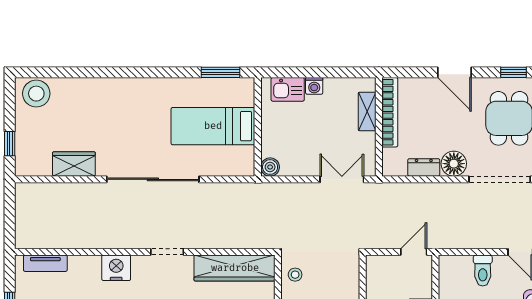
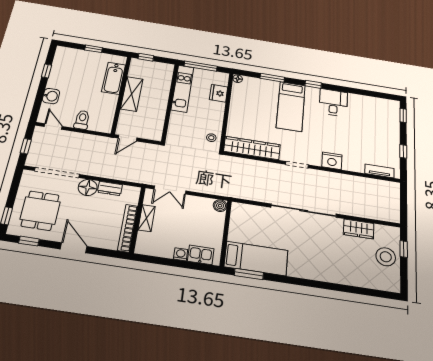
stool: (36, 94) -> (386, 257), moved
shelving: (367, 111) -> (147, 218), moved
bed: (213, 126) -> (256, 259), moved

